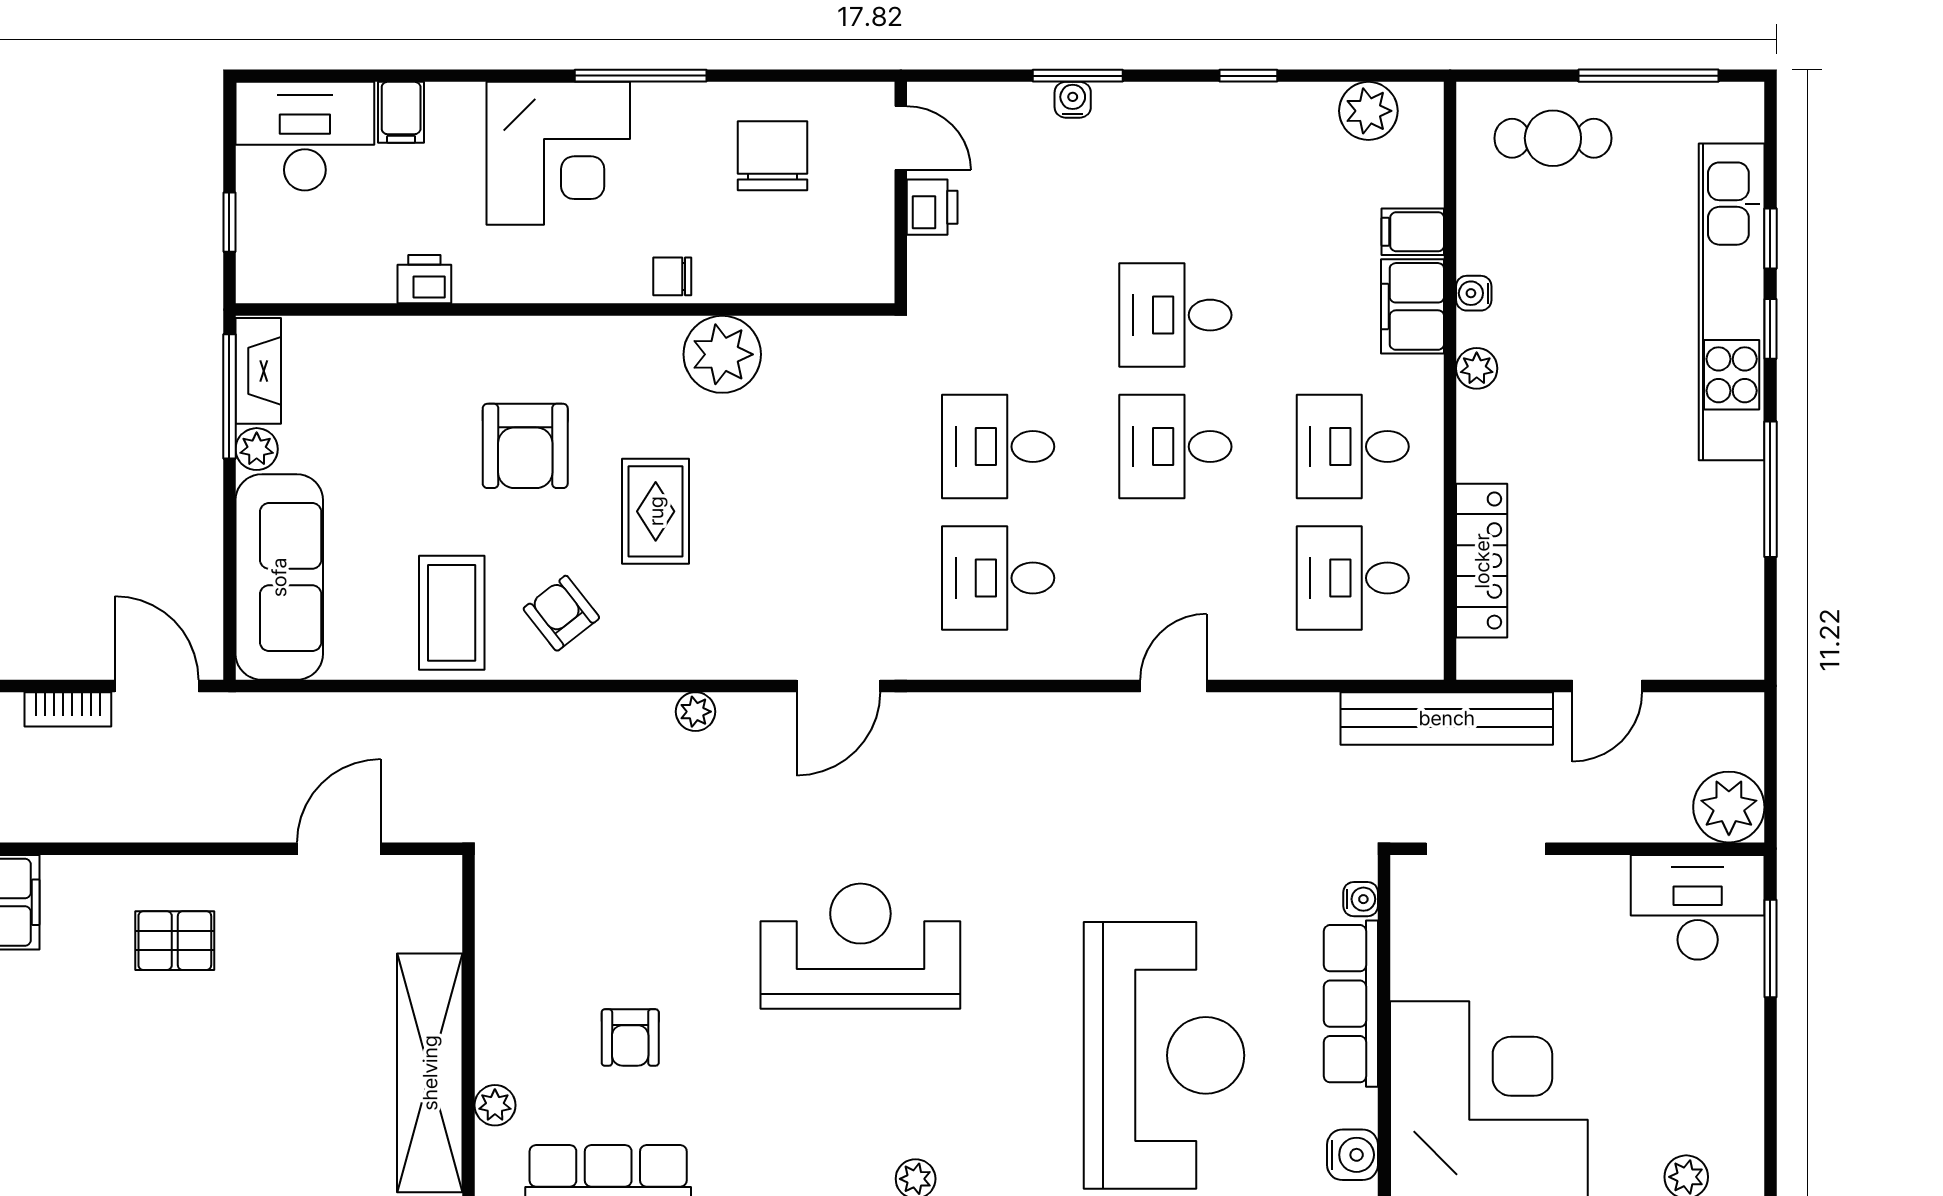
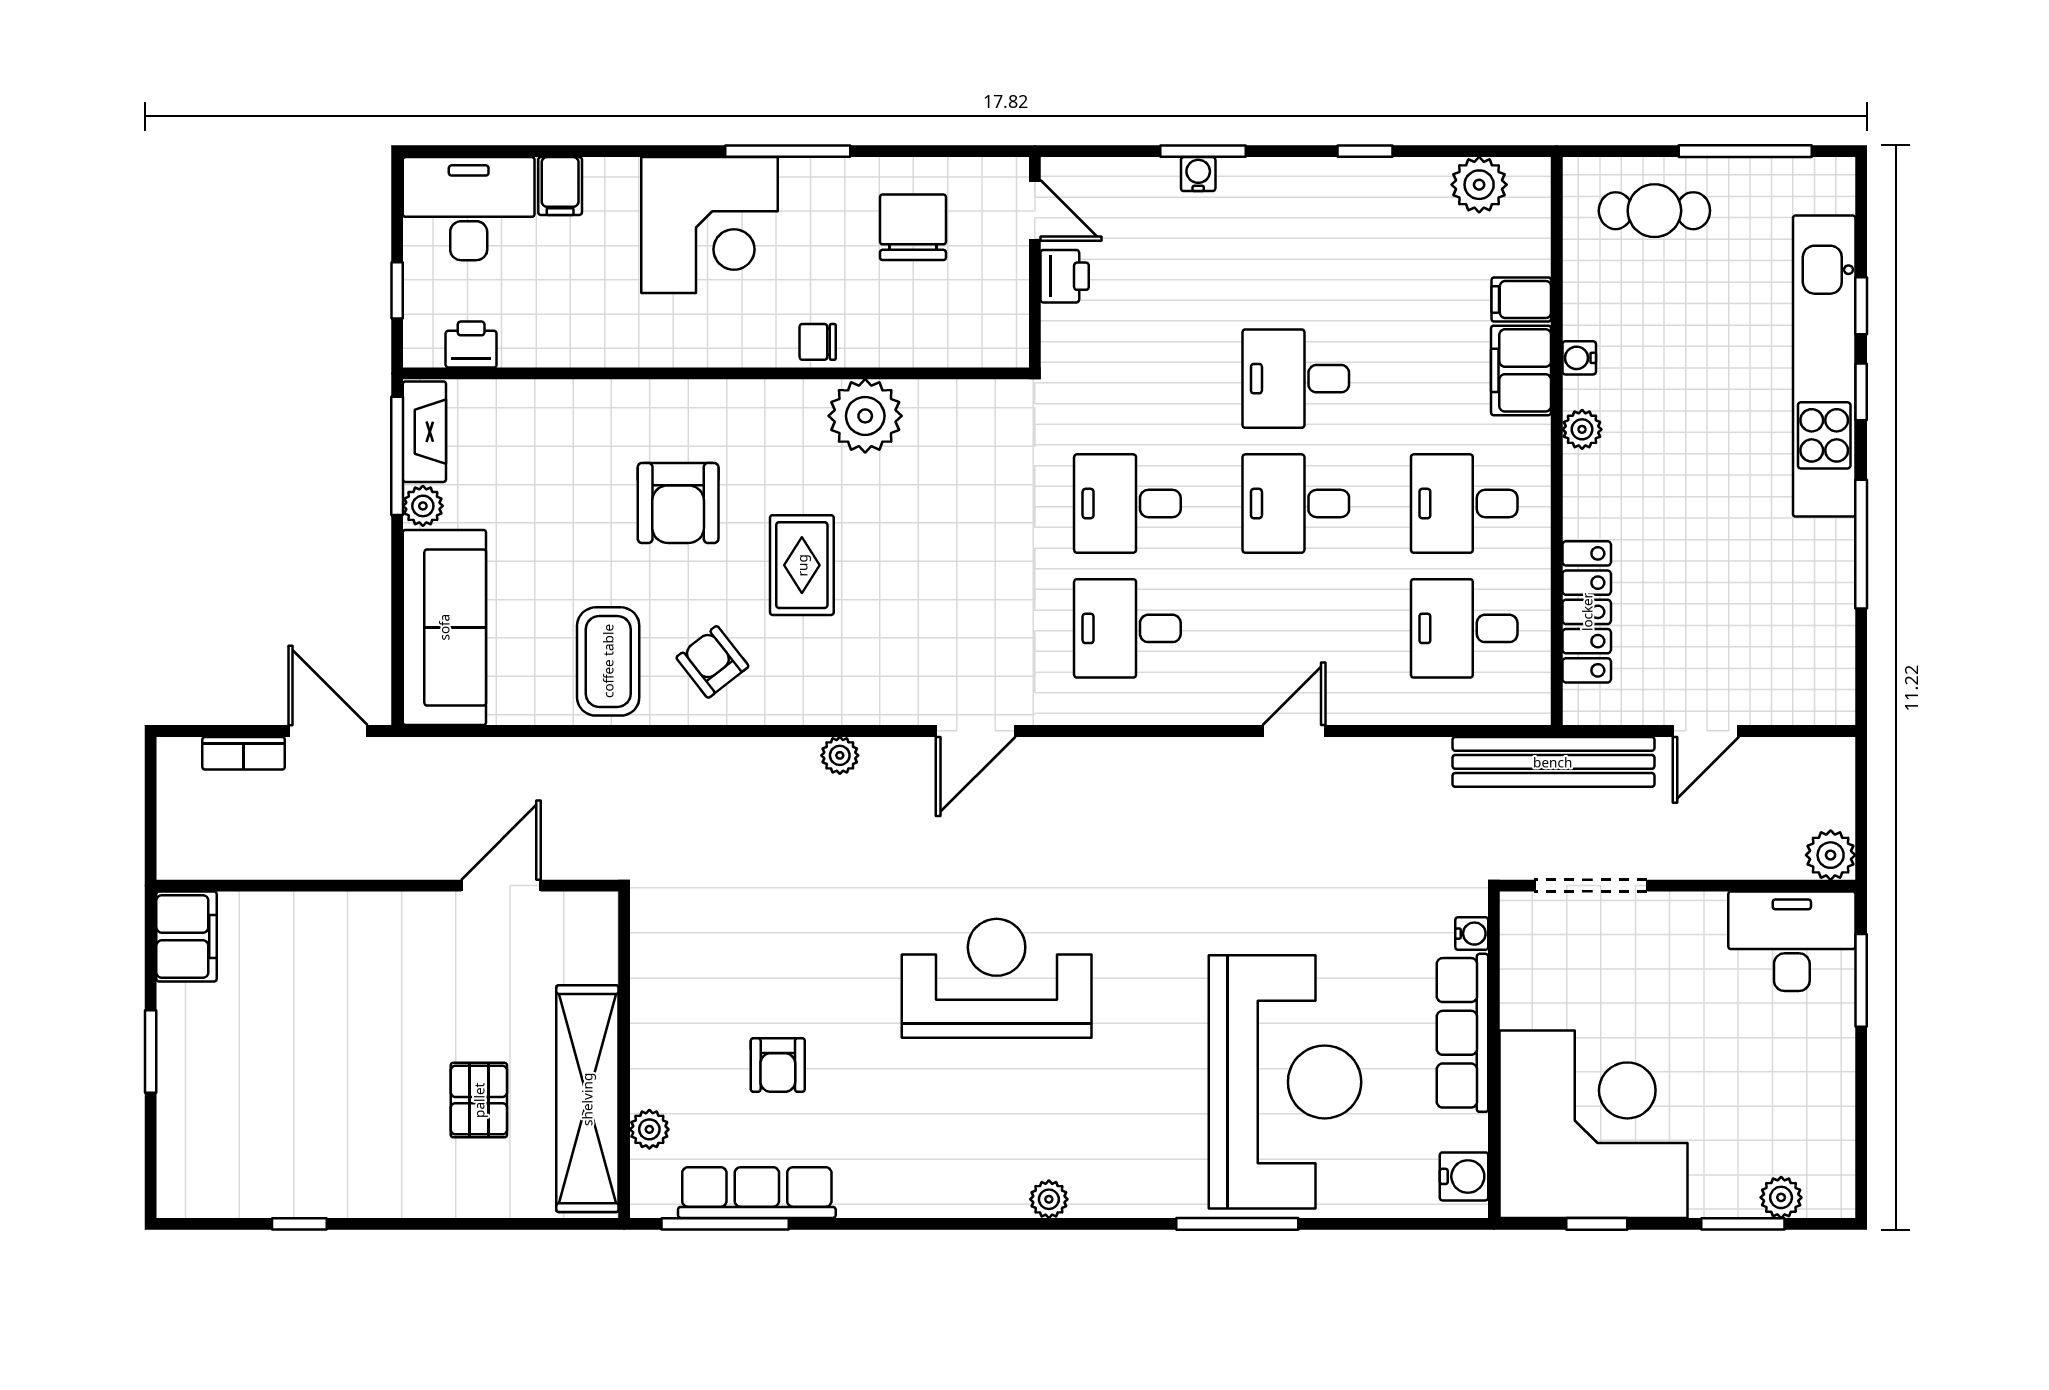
printer: (424, 279) -> (471, 345), moved
plant: (1729, 807) -> (1831, 855), width x0.73, depth x0.73
pallet: (175, 941) -> (479, 1100), moved, turned 90

